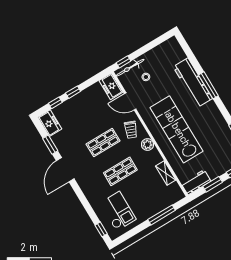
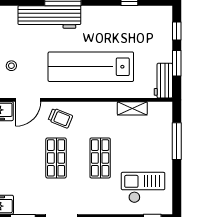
plant: (147, 145) -> (88, 109), removed

